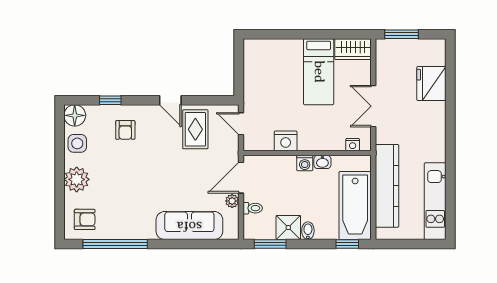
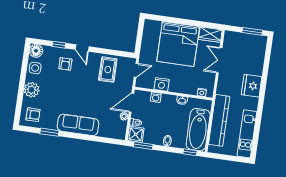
window: (401, 34) -> (252, 31), moved
bed: (319, 72) -> (178, 44), width x2.04
fridge: (431, 84) -> (252, 86), moved
door: (170, 100) -> (82, 48), moved
double door: (373, 106) -> (219, 60), moved
door: (241, 124) -> (136, 70), swing flipped
washing machine: (305, 163) -> (156, 97), moved
sofa: (189, 226) -> (78, 125), moved
shower: (288, 228) -> (136, 134), moved
window: (115, 244) -> (49, 132), width x0.47

